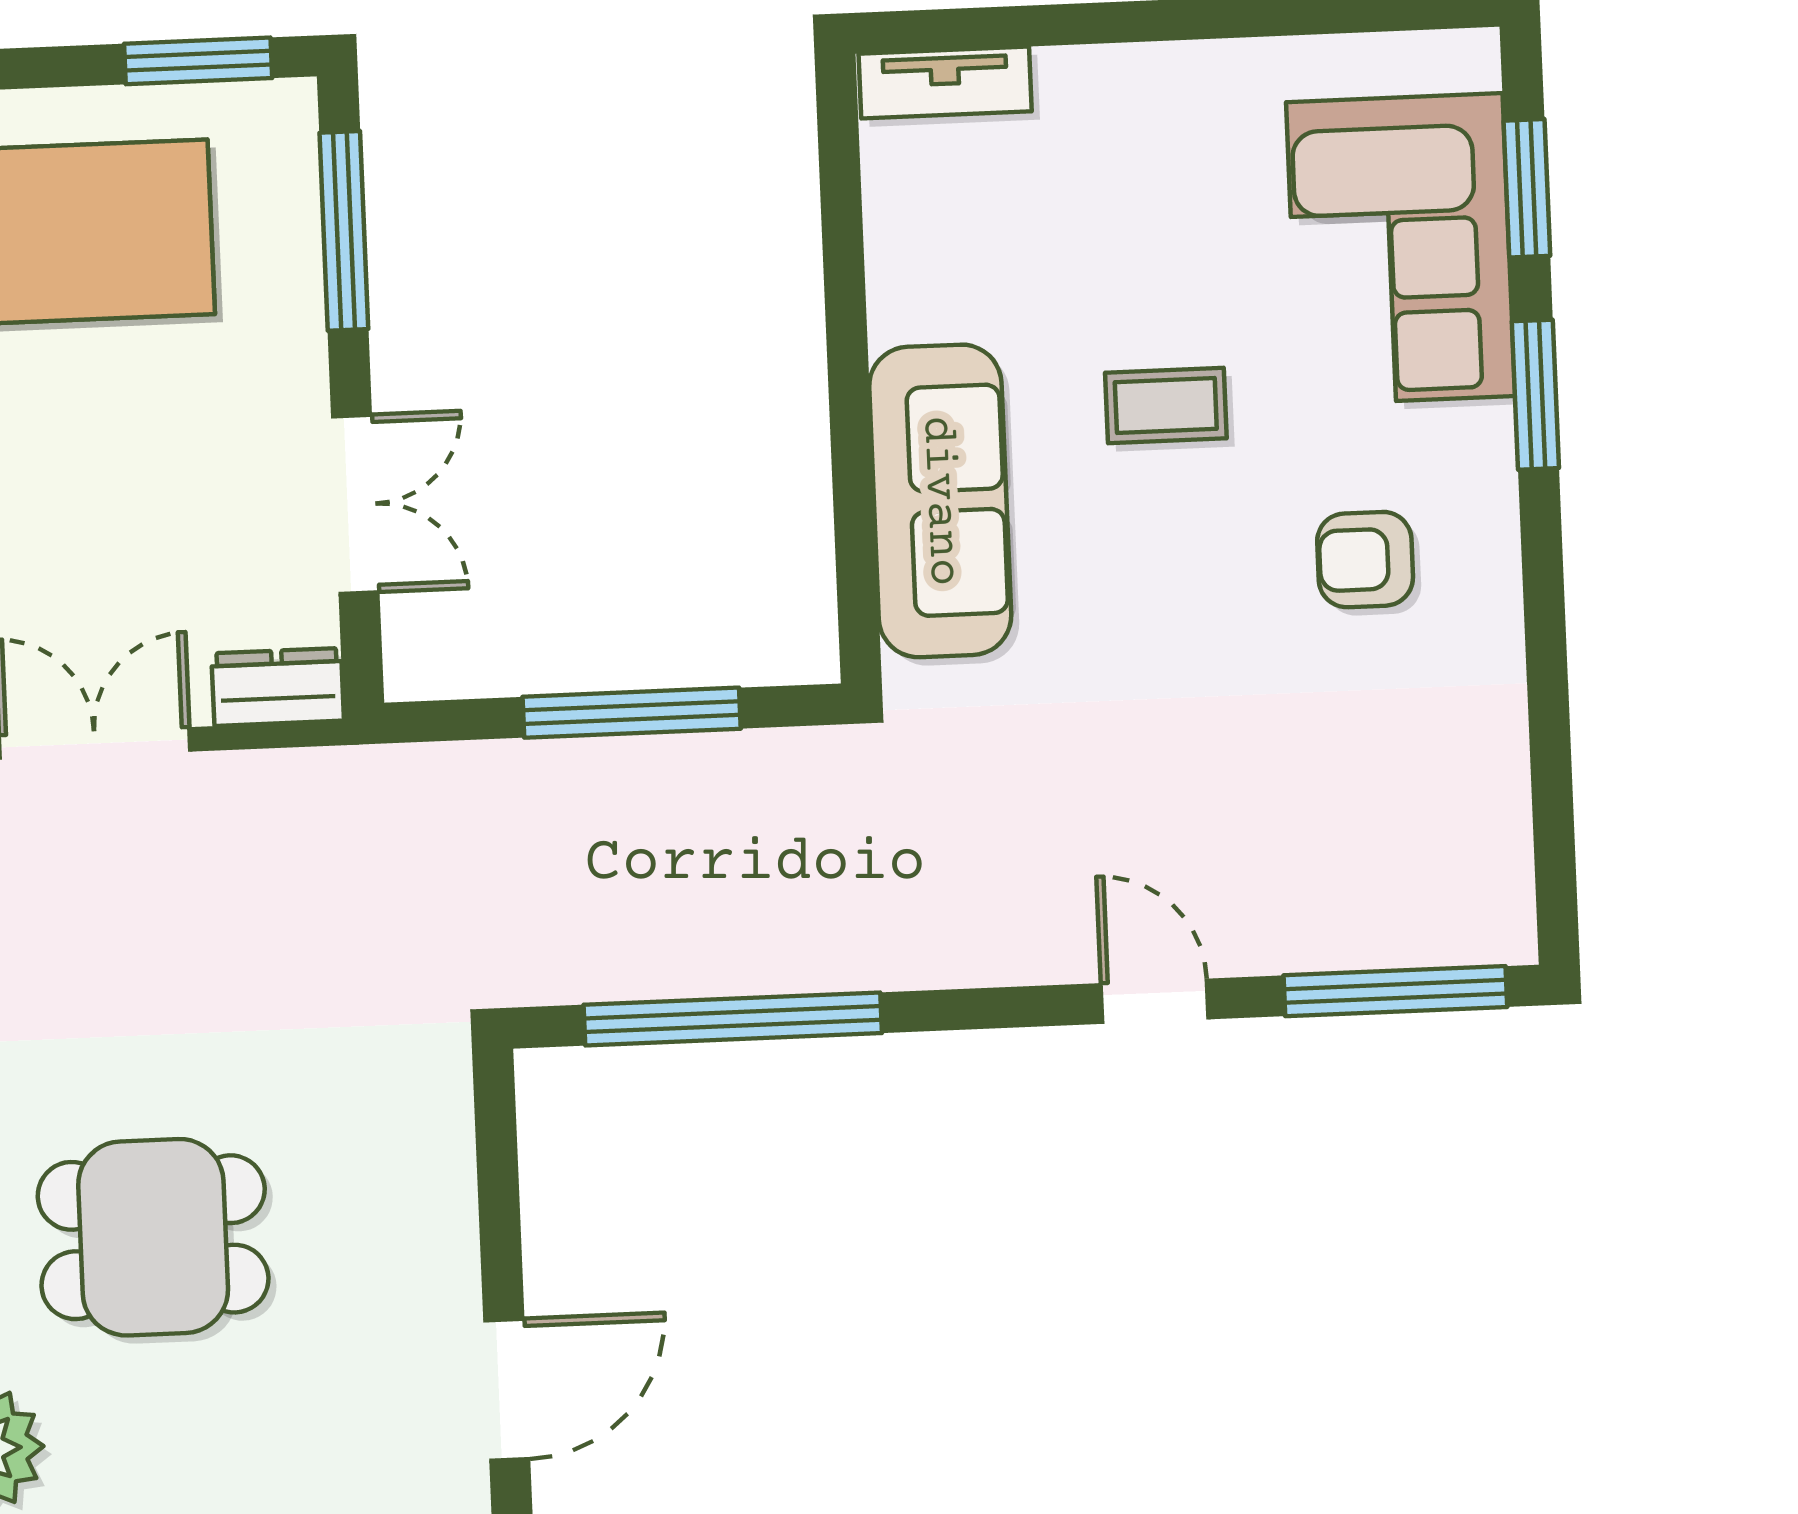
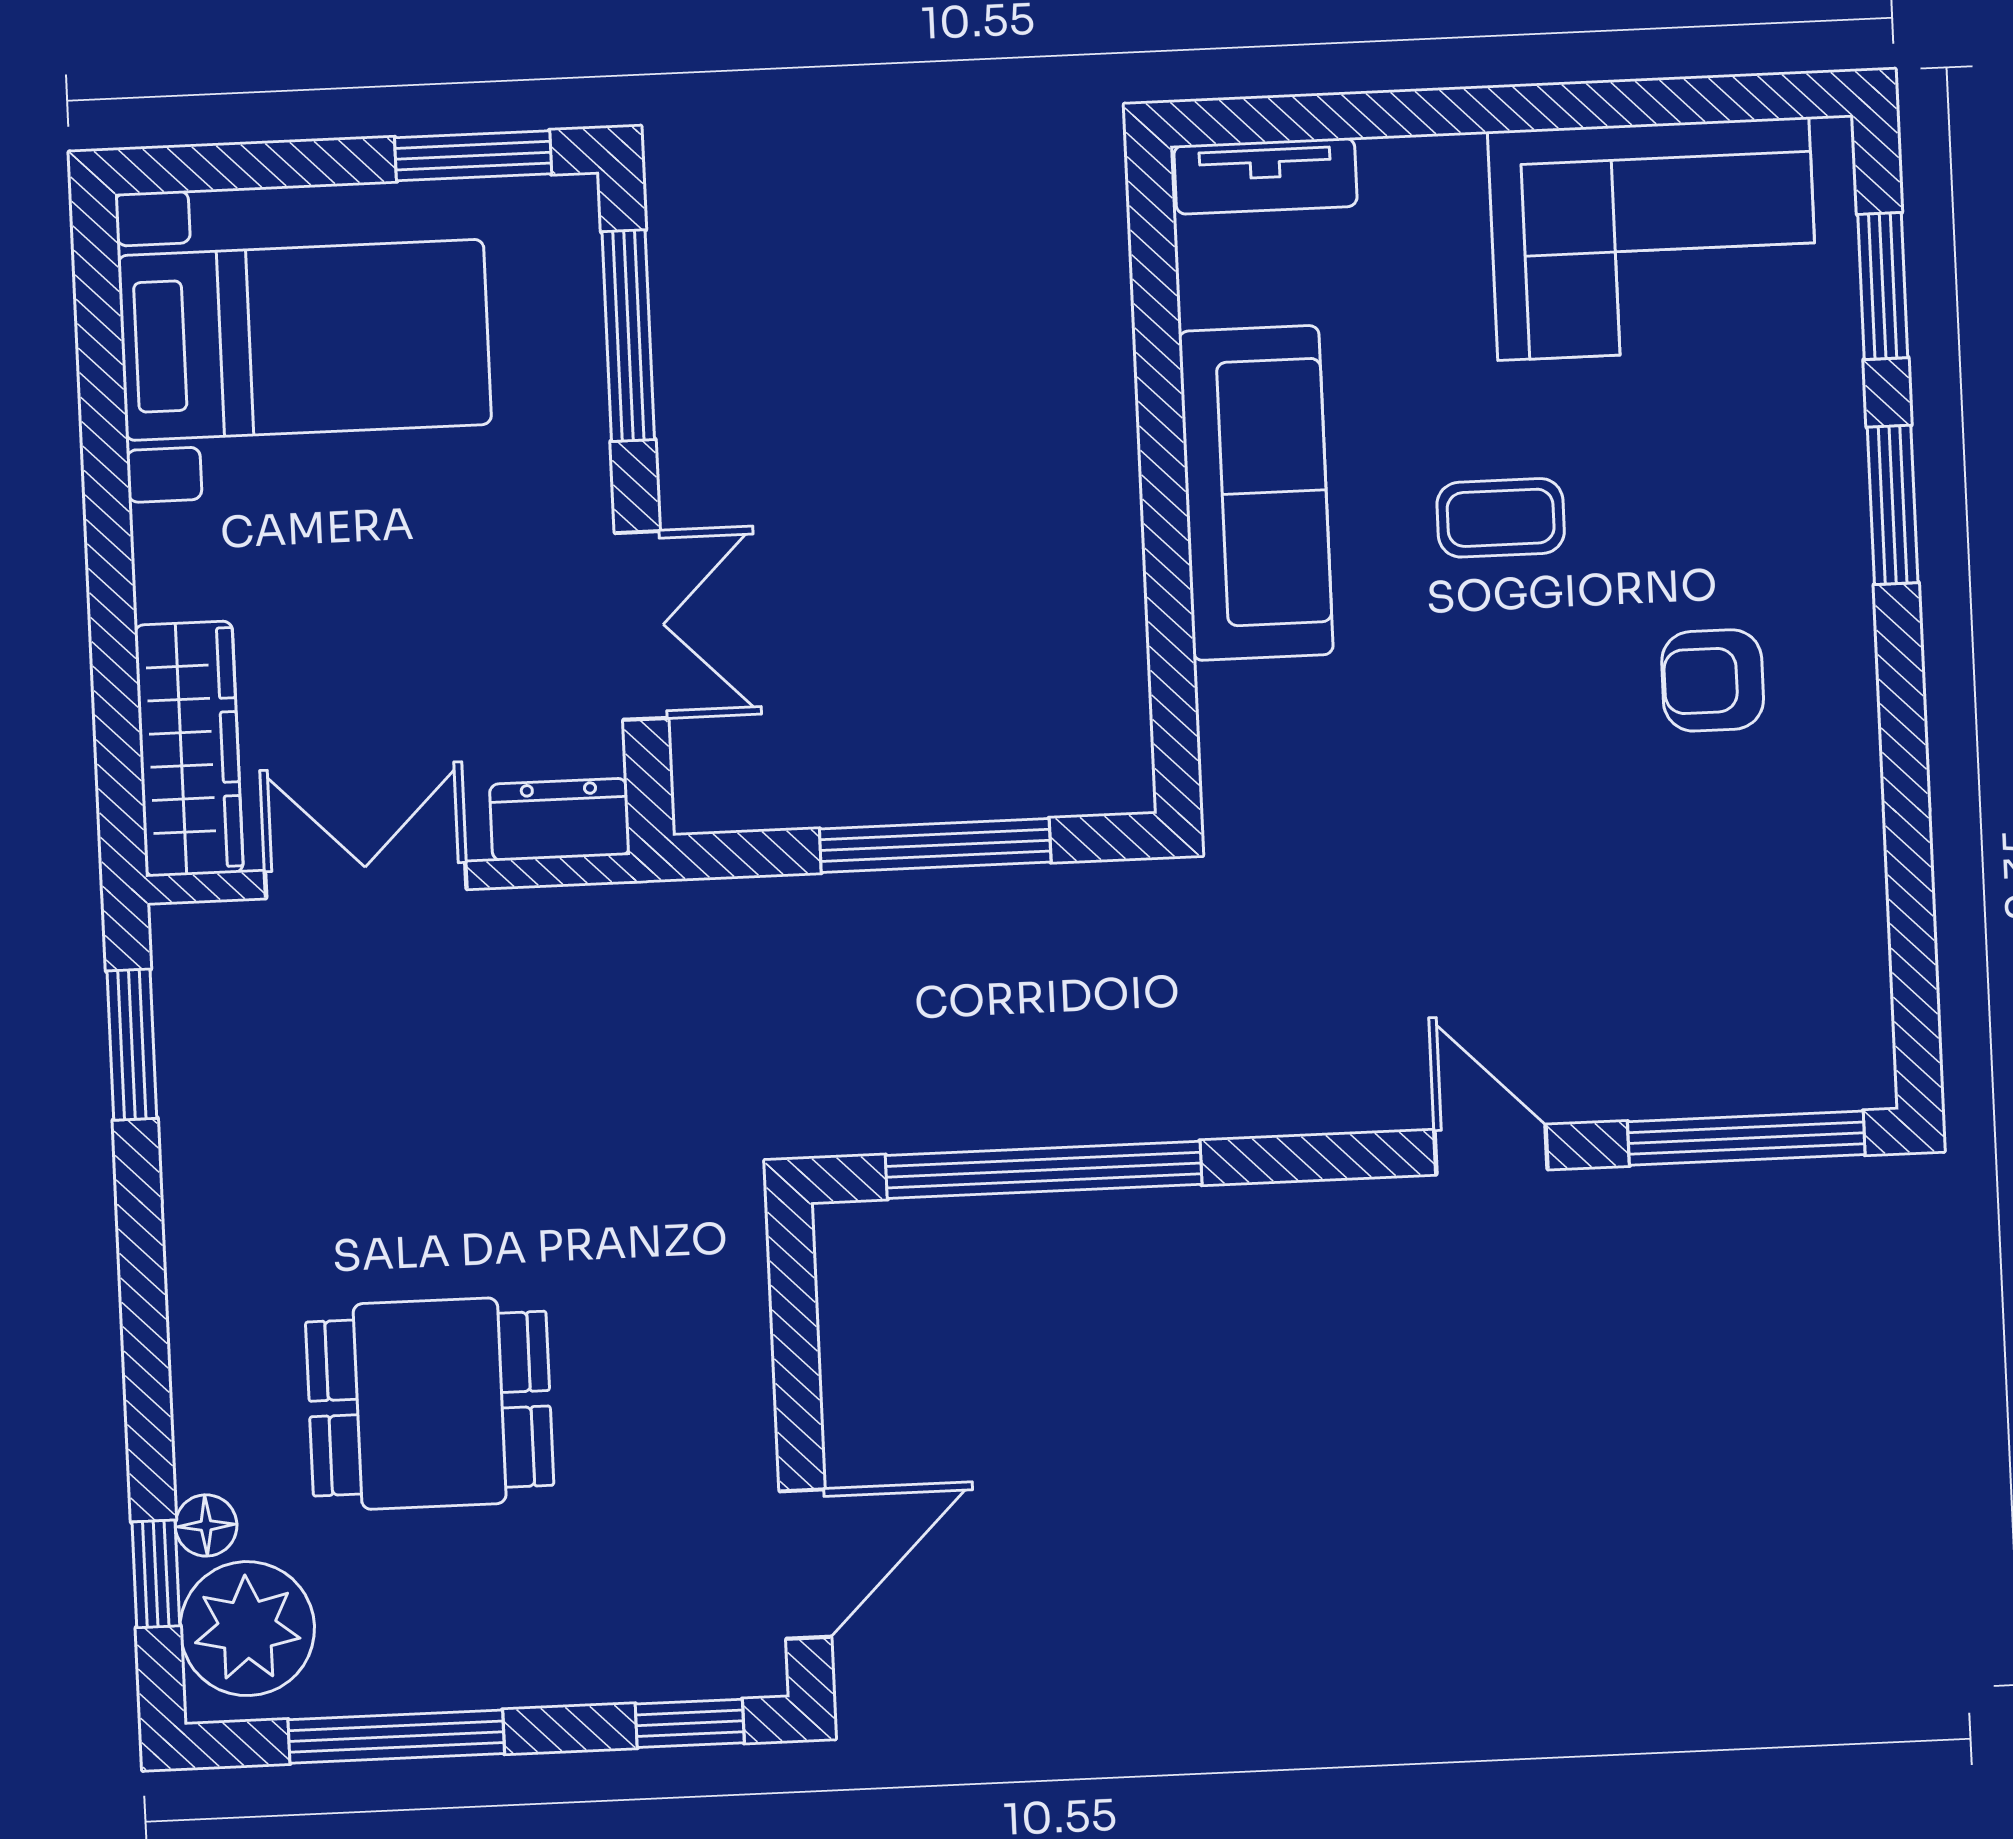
corner sofa: (1401, 249) -> (1653, 239), moved, turned -90
sofa: (940, 501) -> (1256, 493), moved

